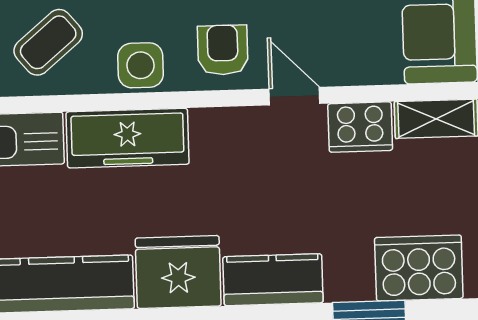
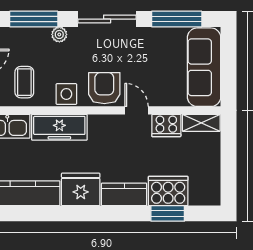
coffee table: (48, 42) -> (24, 82), turned -50
armchair: (223, 50) -> (104, 88), width x1.38, depth x1.38
cooker: (419, 268) -> (168, 191), moved

